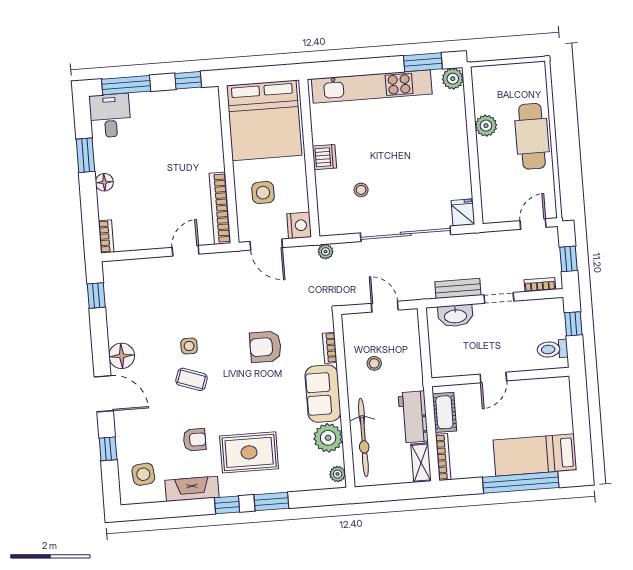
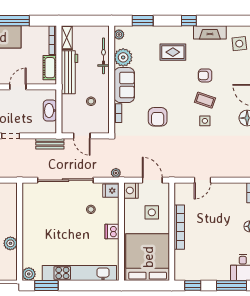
bookcase: (220, 208) -> (179, 227), moved
fridge: (463, 212) -> (111, 191), moved, turned 90
bench: (458, 289) -> (50, 144), moved
washbasin: (455, 316) -> (50, 111), moved, turned -90
armchair: (265, 347) -> (158, 117), turned 90
workbench: (413, 417) -> (69, 72), width x1.38
bicycle: (363, 438) -> (103, 56), width x0.73, depth x0.71
armchair: (195, 440) -> (205, 75), moved
rug: (249, 452) -> (173, 52), width x0.73, depth x0.70
window: (271, 501) -> (143, 21), moved

